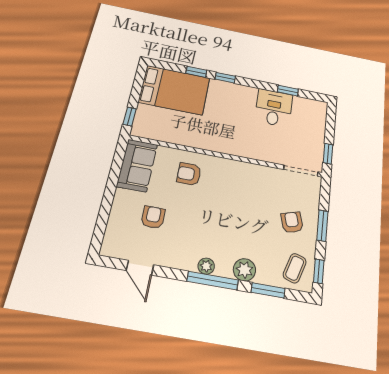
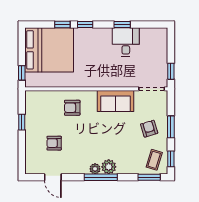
bed: (174, 90) -> (49, 50), width x1.36
window: (288, 91) -> (122, 24), moved
sofa: (137, 165) -> (116, 101), moved, turned 90
window: (113, 179) -> (22, 122), added
armchair: (153, 217) -> (54, 143), turned -90
plant: (244, 270) -> (109, 167), moved
window: (268, 290) -> (149, 177), moved

